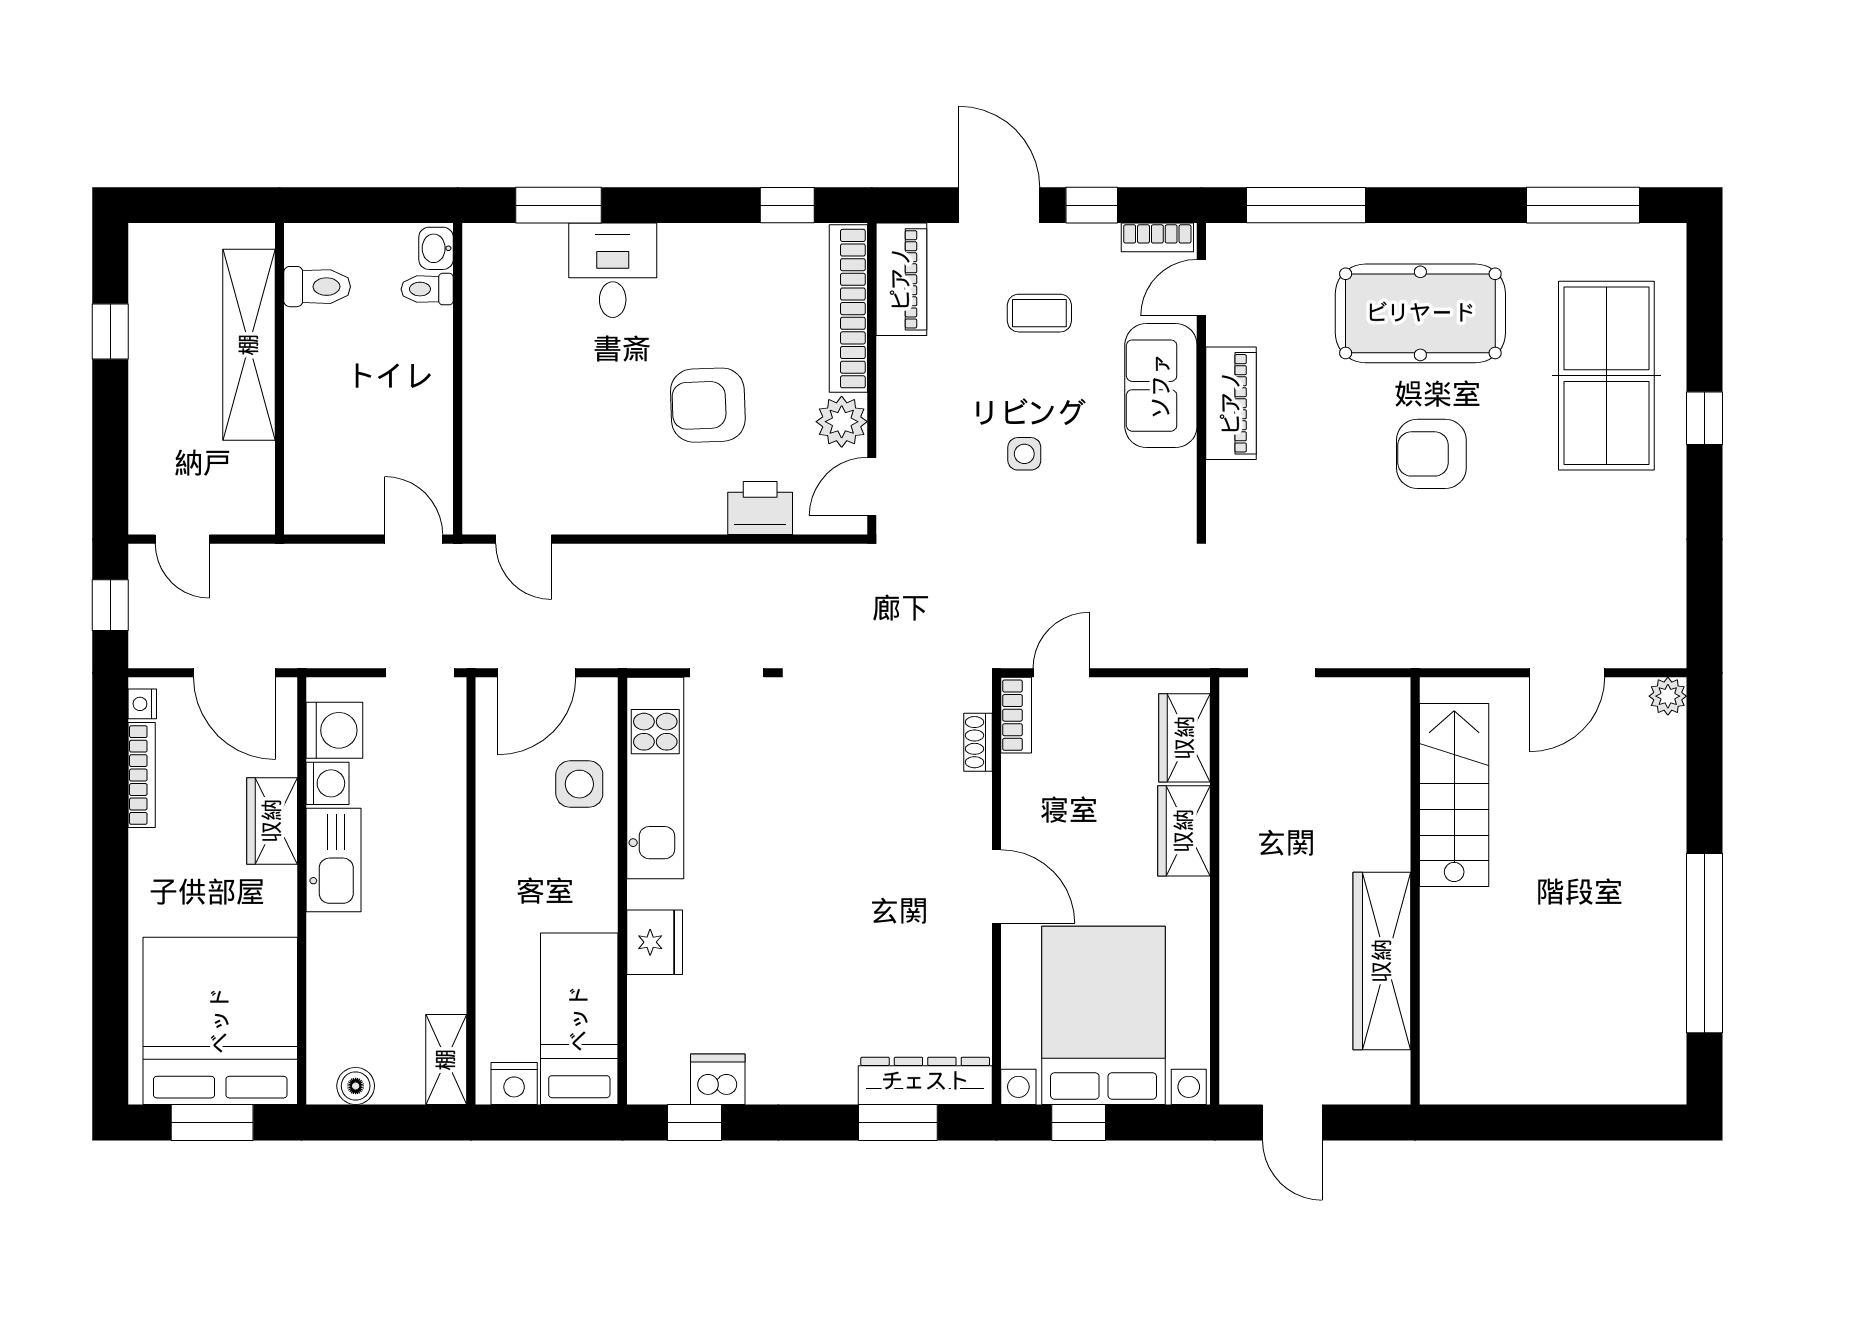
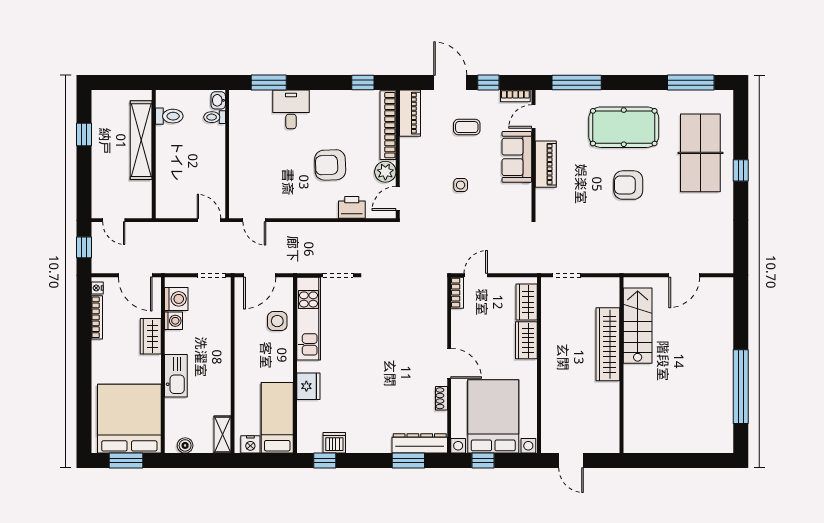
plant: (1668, 696) -> (726, 285), removed
shoe rack: (978, 742) -> (441, 398), moved
kitchen sink: (334, 860) -> (176, 376), moved
wardrobe: (1382, 961) -> (608, 344), moved

